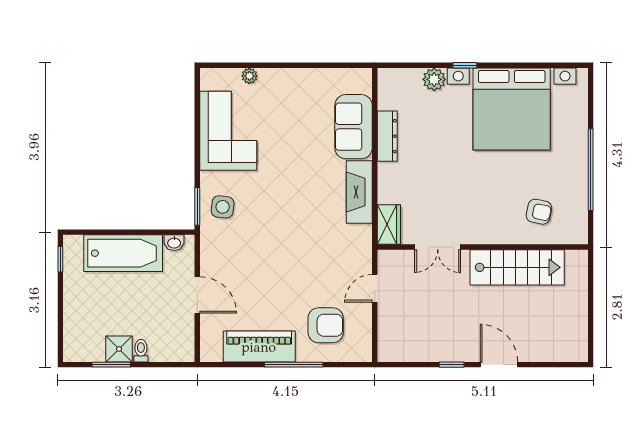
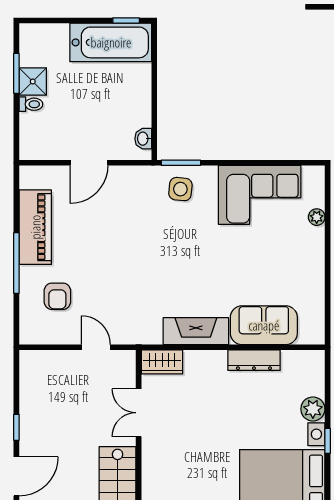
bathtub: (123, 253) -> (111, 42), moved, turned -90
armchair: (326, 325) -> (57, 296), width x0.72, depth x0.72

